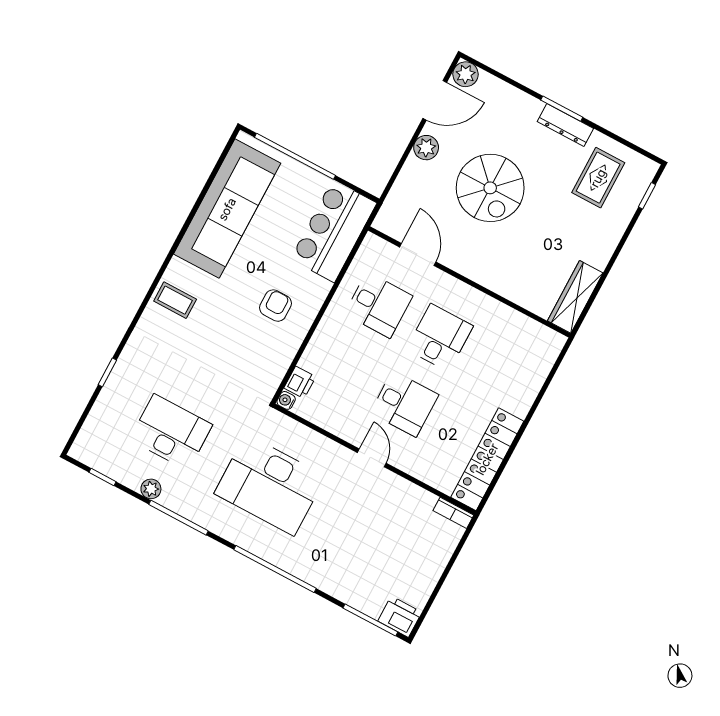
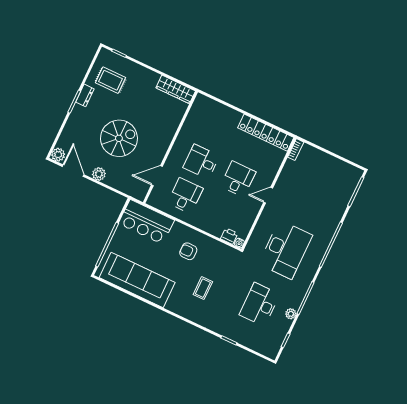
dresser: (565, 125) -> (85, 95), width x0.70
coffee table: (175, 300) -> (203, 288), moved
printer: (400, 617) -> (353, 176), removed

